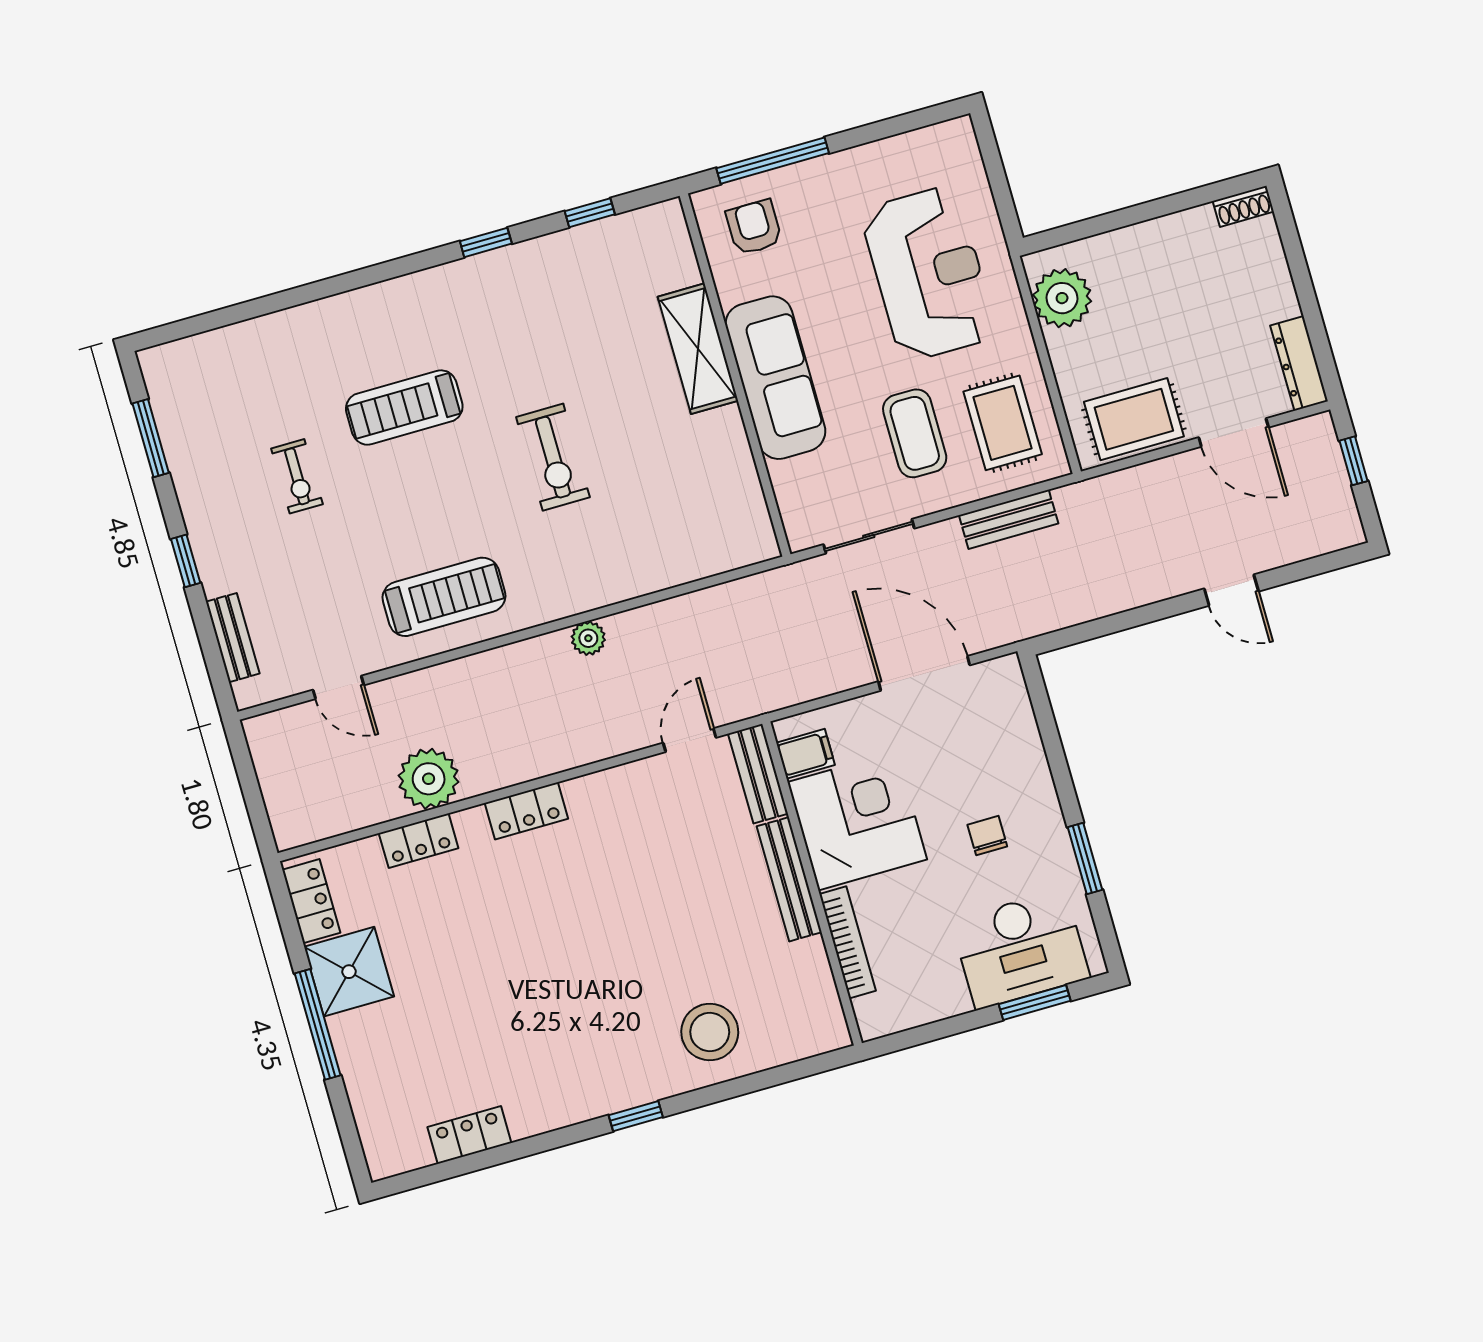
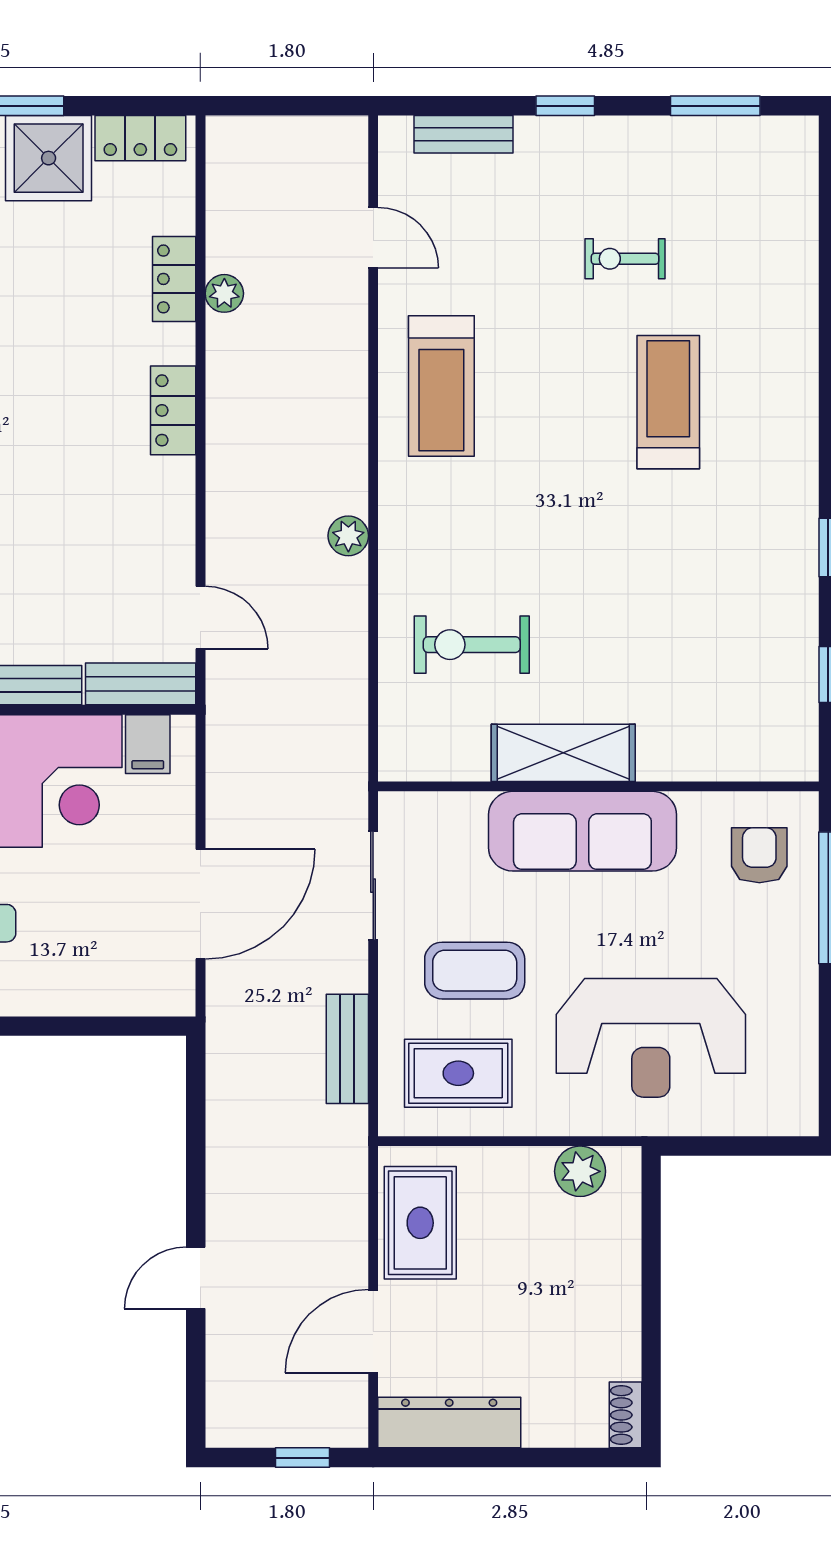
armchair: (754, 227) -> (759, 855), turned -90
plant: (1062, 298) -> (580, 1171), width x0.73, depth x0.73
shelving: (698, 349) -> (563, 753), moved
dresser: (1299, 363) -> (449, 1423), width x1.37, depth x1.24
exercise bike: (553, 457) -> (472, 645), moved
door: (338, 687) -> (373, 238), swing flipped
plant: (429, 779) -> (224, 293), width x0.53, depth x0.53

